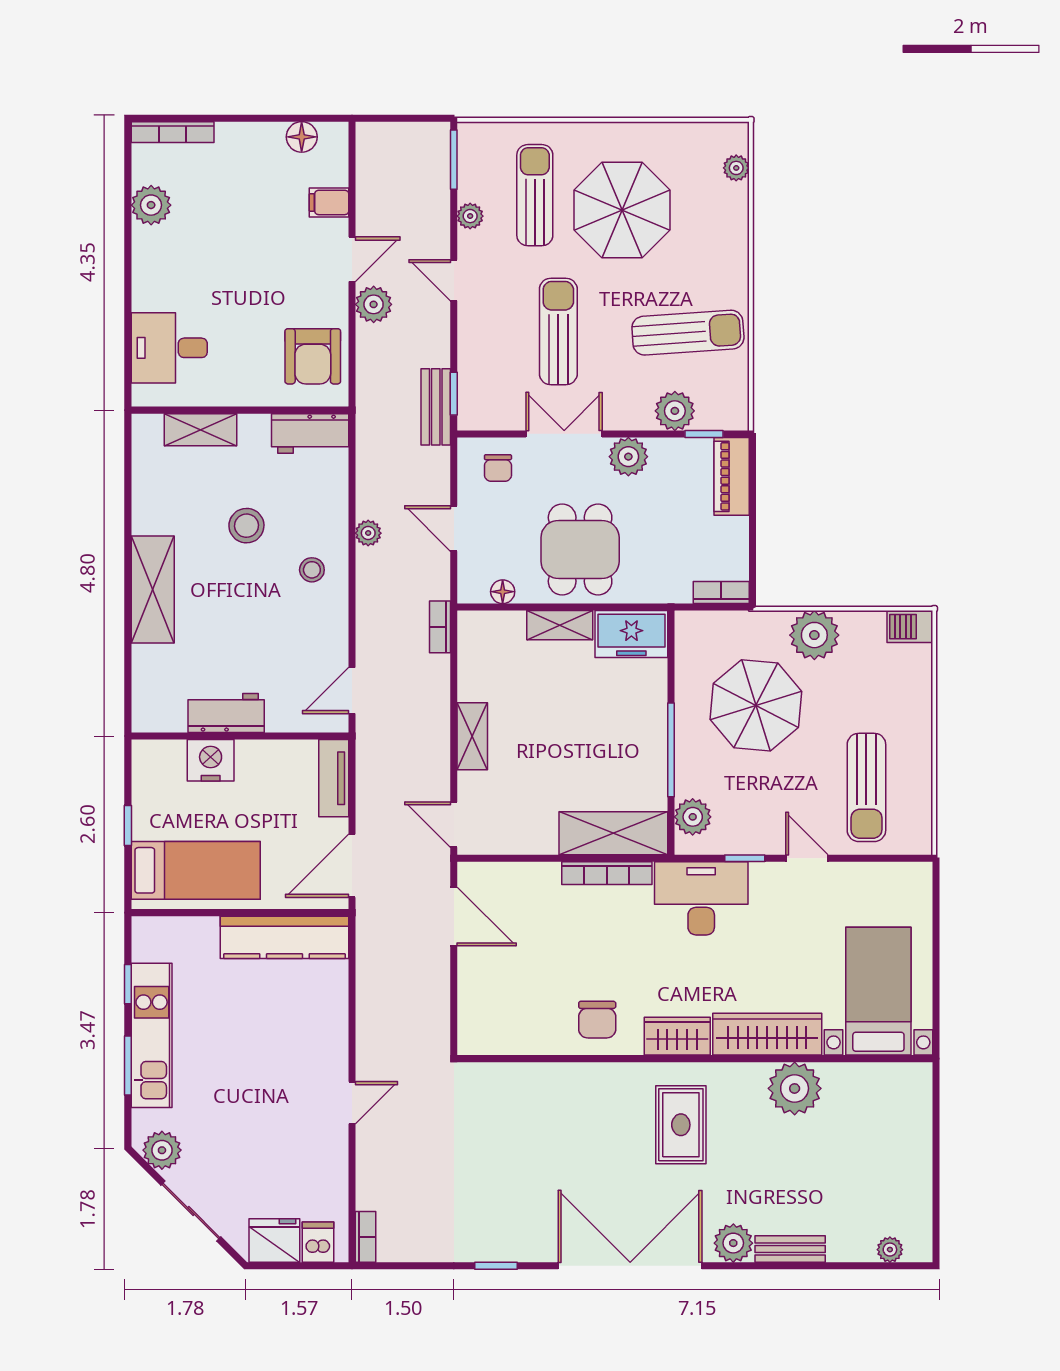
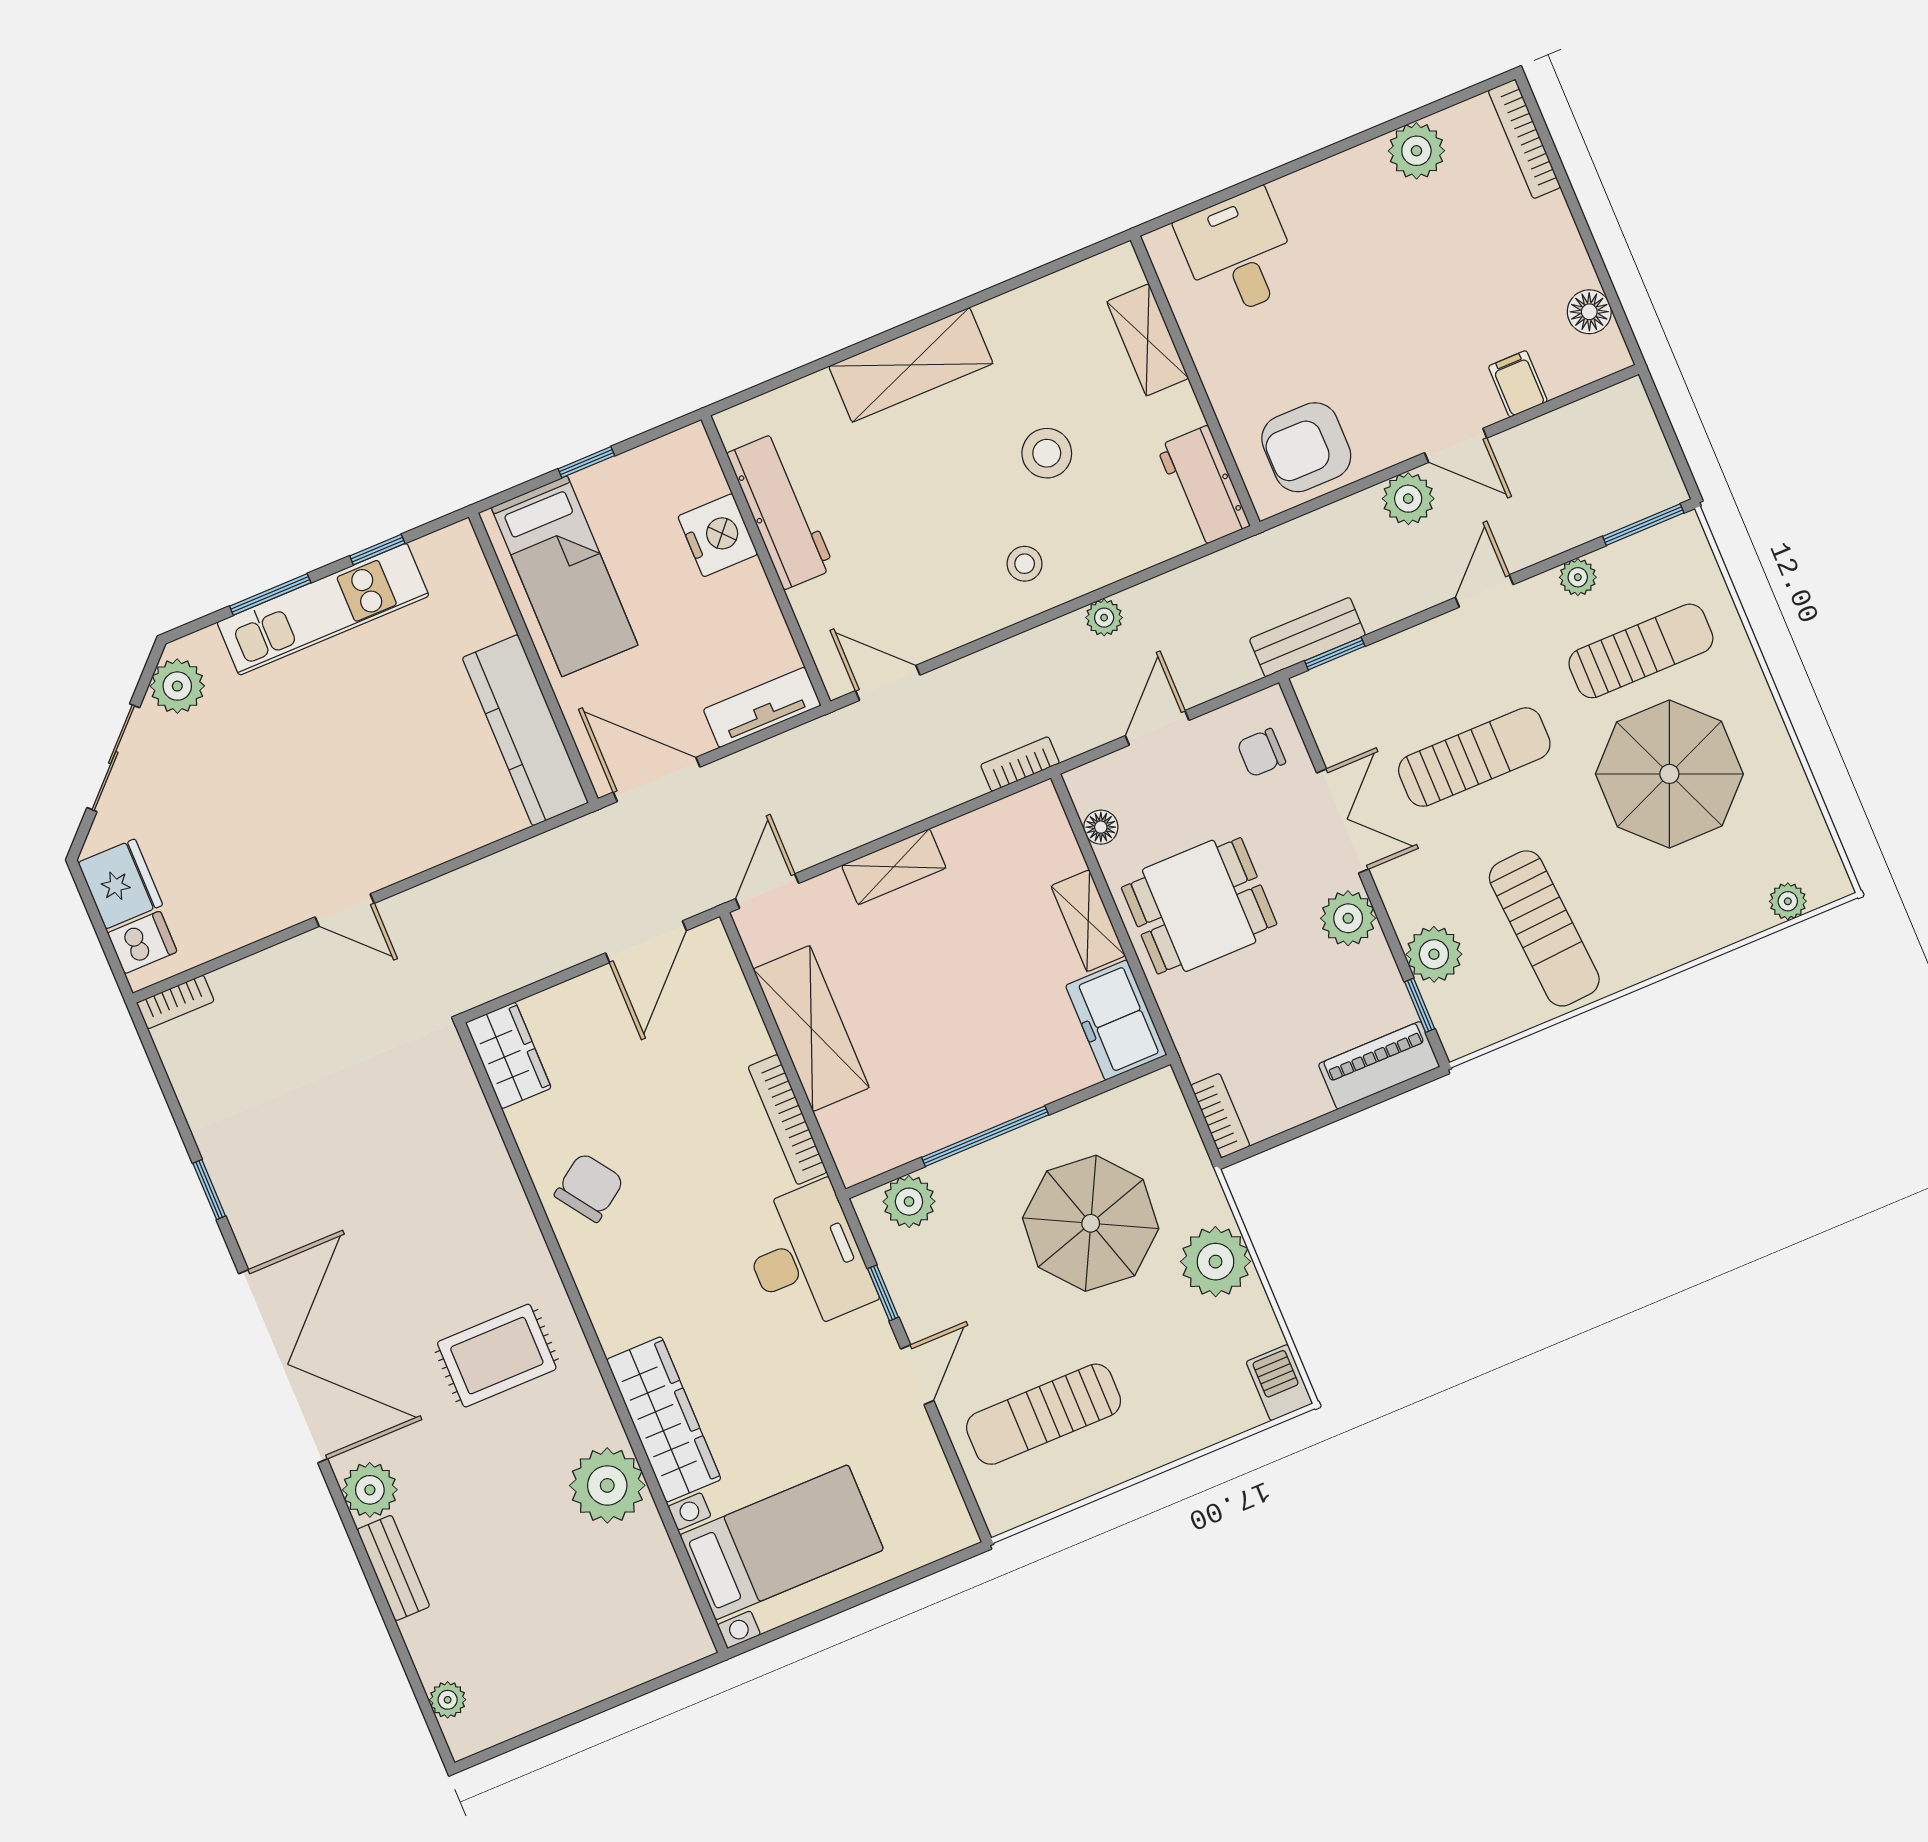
workbench: (226, 713) -> (781, 511), width x1.38
shelving: (613, 833) -> (811, 1028), moved
chair: (597, 1020) -> (589, 1187), turned 145
wardrobe: (677, 1036) -> (508, 1055), moved

